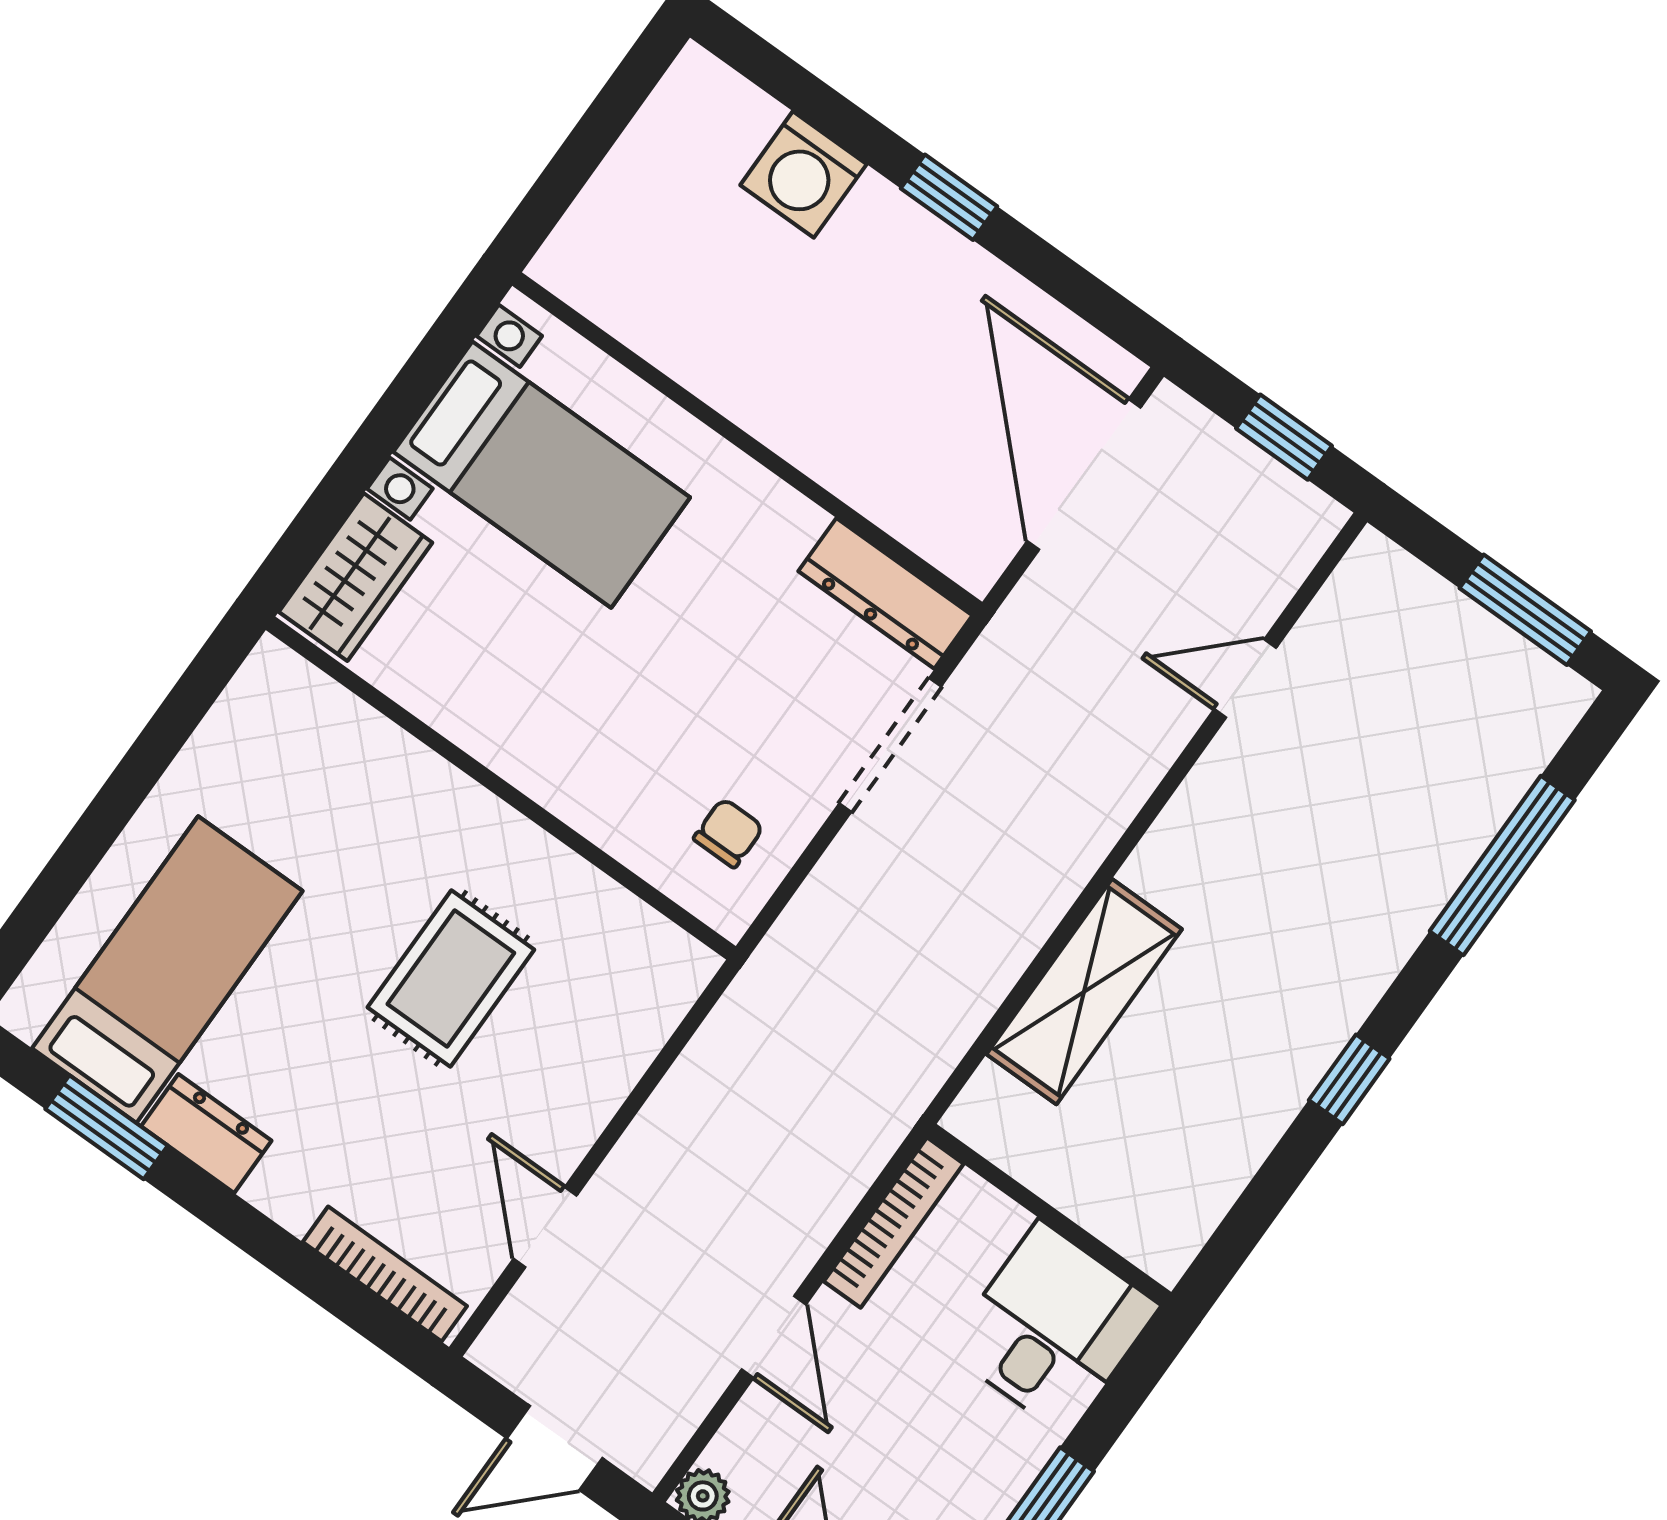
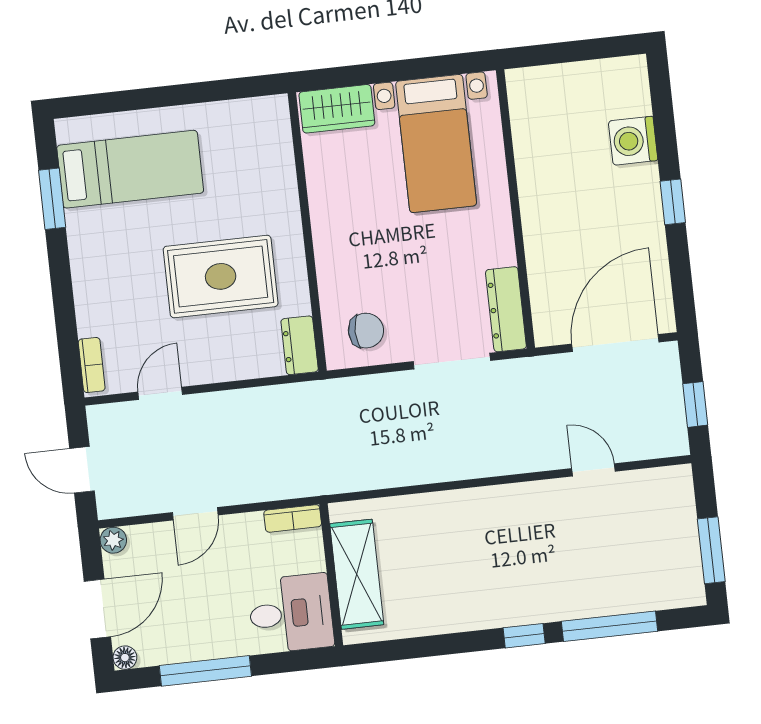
chair: (728, 833) -> (366, 331), width x1.37, depth x1.37
rug: (451, 978) -> (221, 276), width x1.36, depth x1.43
shelving: (1084, 992) -> (357, 574), moved, turned 90
window: (1349, 1079) -> (524, 636), moved
dresser: (206, 1134) -> (300, 345), moved, turned 180
bookcase: (894, 1223) -> (293, 518), width x0.64
bookcase: (385, 1274) -> (92, 365), width x0.64

